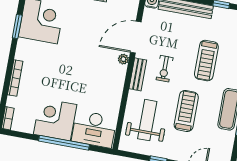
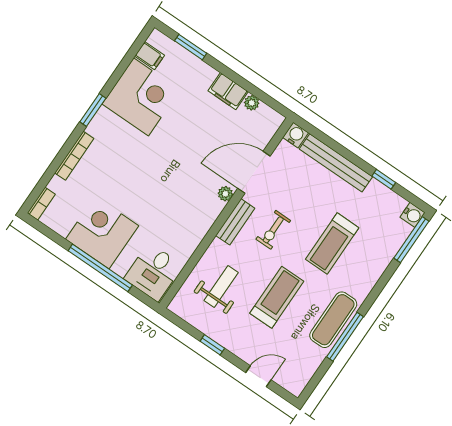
window: (17, 27) -> (93, 110), moved
weight bench: (147, 120) -> (221, 287), width x0.73, depth x0.75
desk: (94, 129) -> (153, 272), width x0.73

